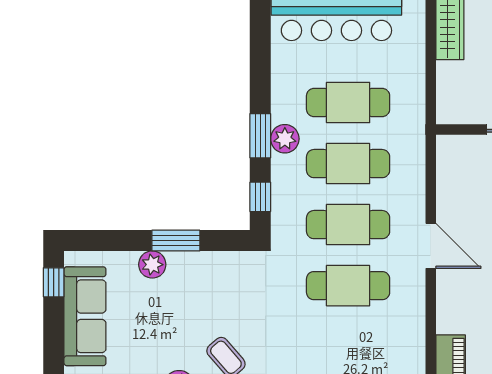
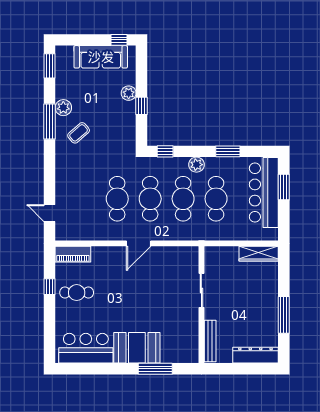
window: (260, 136) -> (228, 151), moved
window: (176, 241) -> (142, 106), width x0.67

